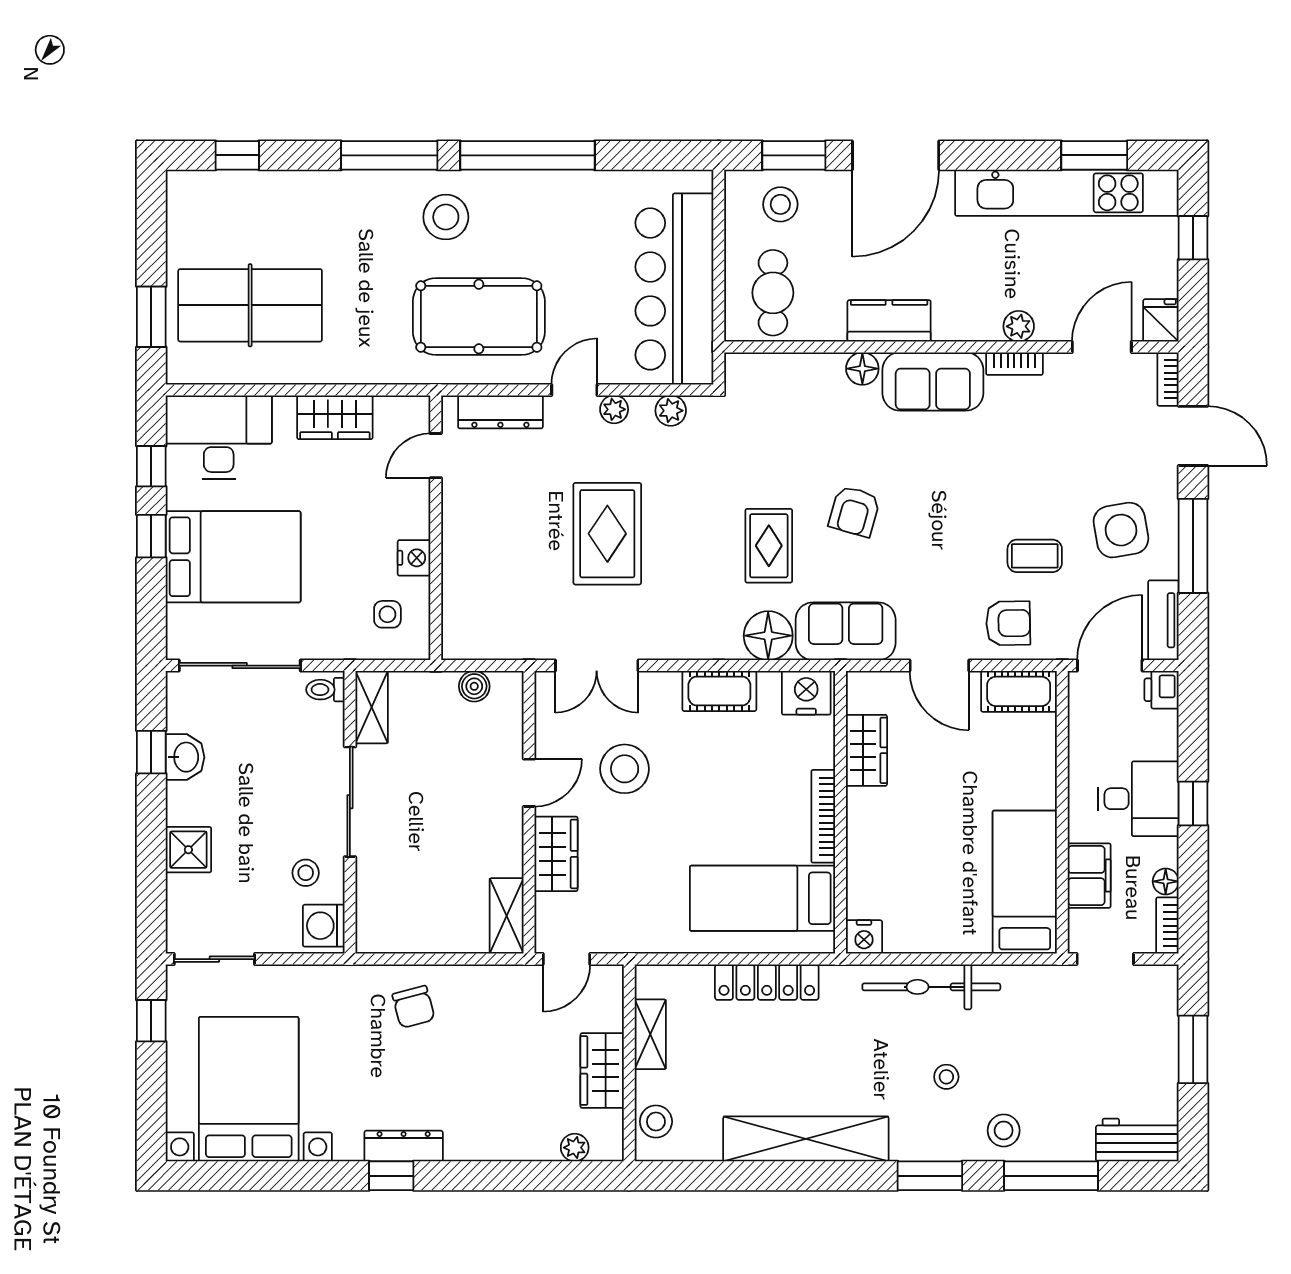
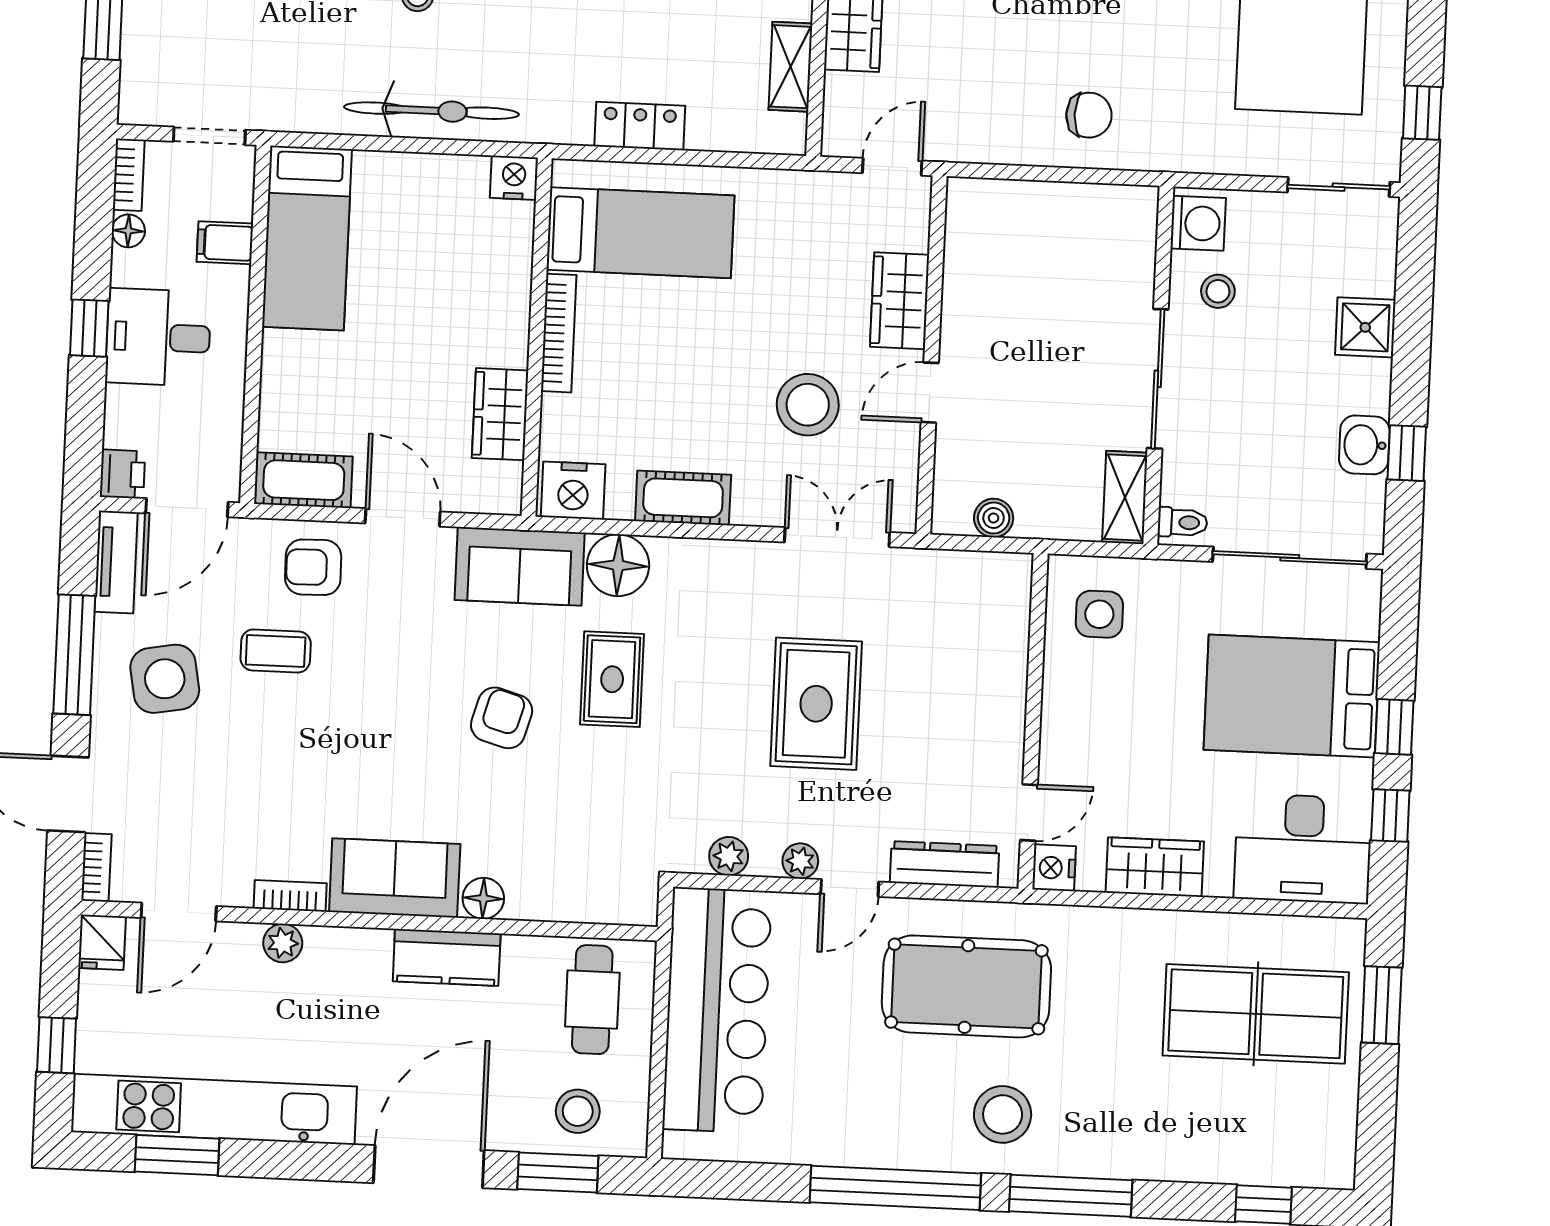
nightstand: (414, 558) -> (1054, 868), moved
side table: (387, 614) -> (1099, 614), width x1.37, depth x1.37
filing cabinet: (1089, 876) -> (225, 243), width x0.50
shelving: (507, 916) -> (966, 225), removed
locker: (767, 982) -> (640, 126), width x0.66
chair: (414, 1007) -> (1089, 115), turned 105

